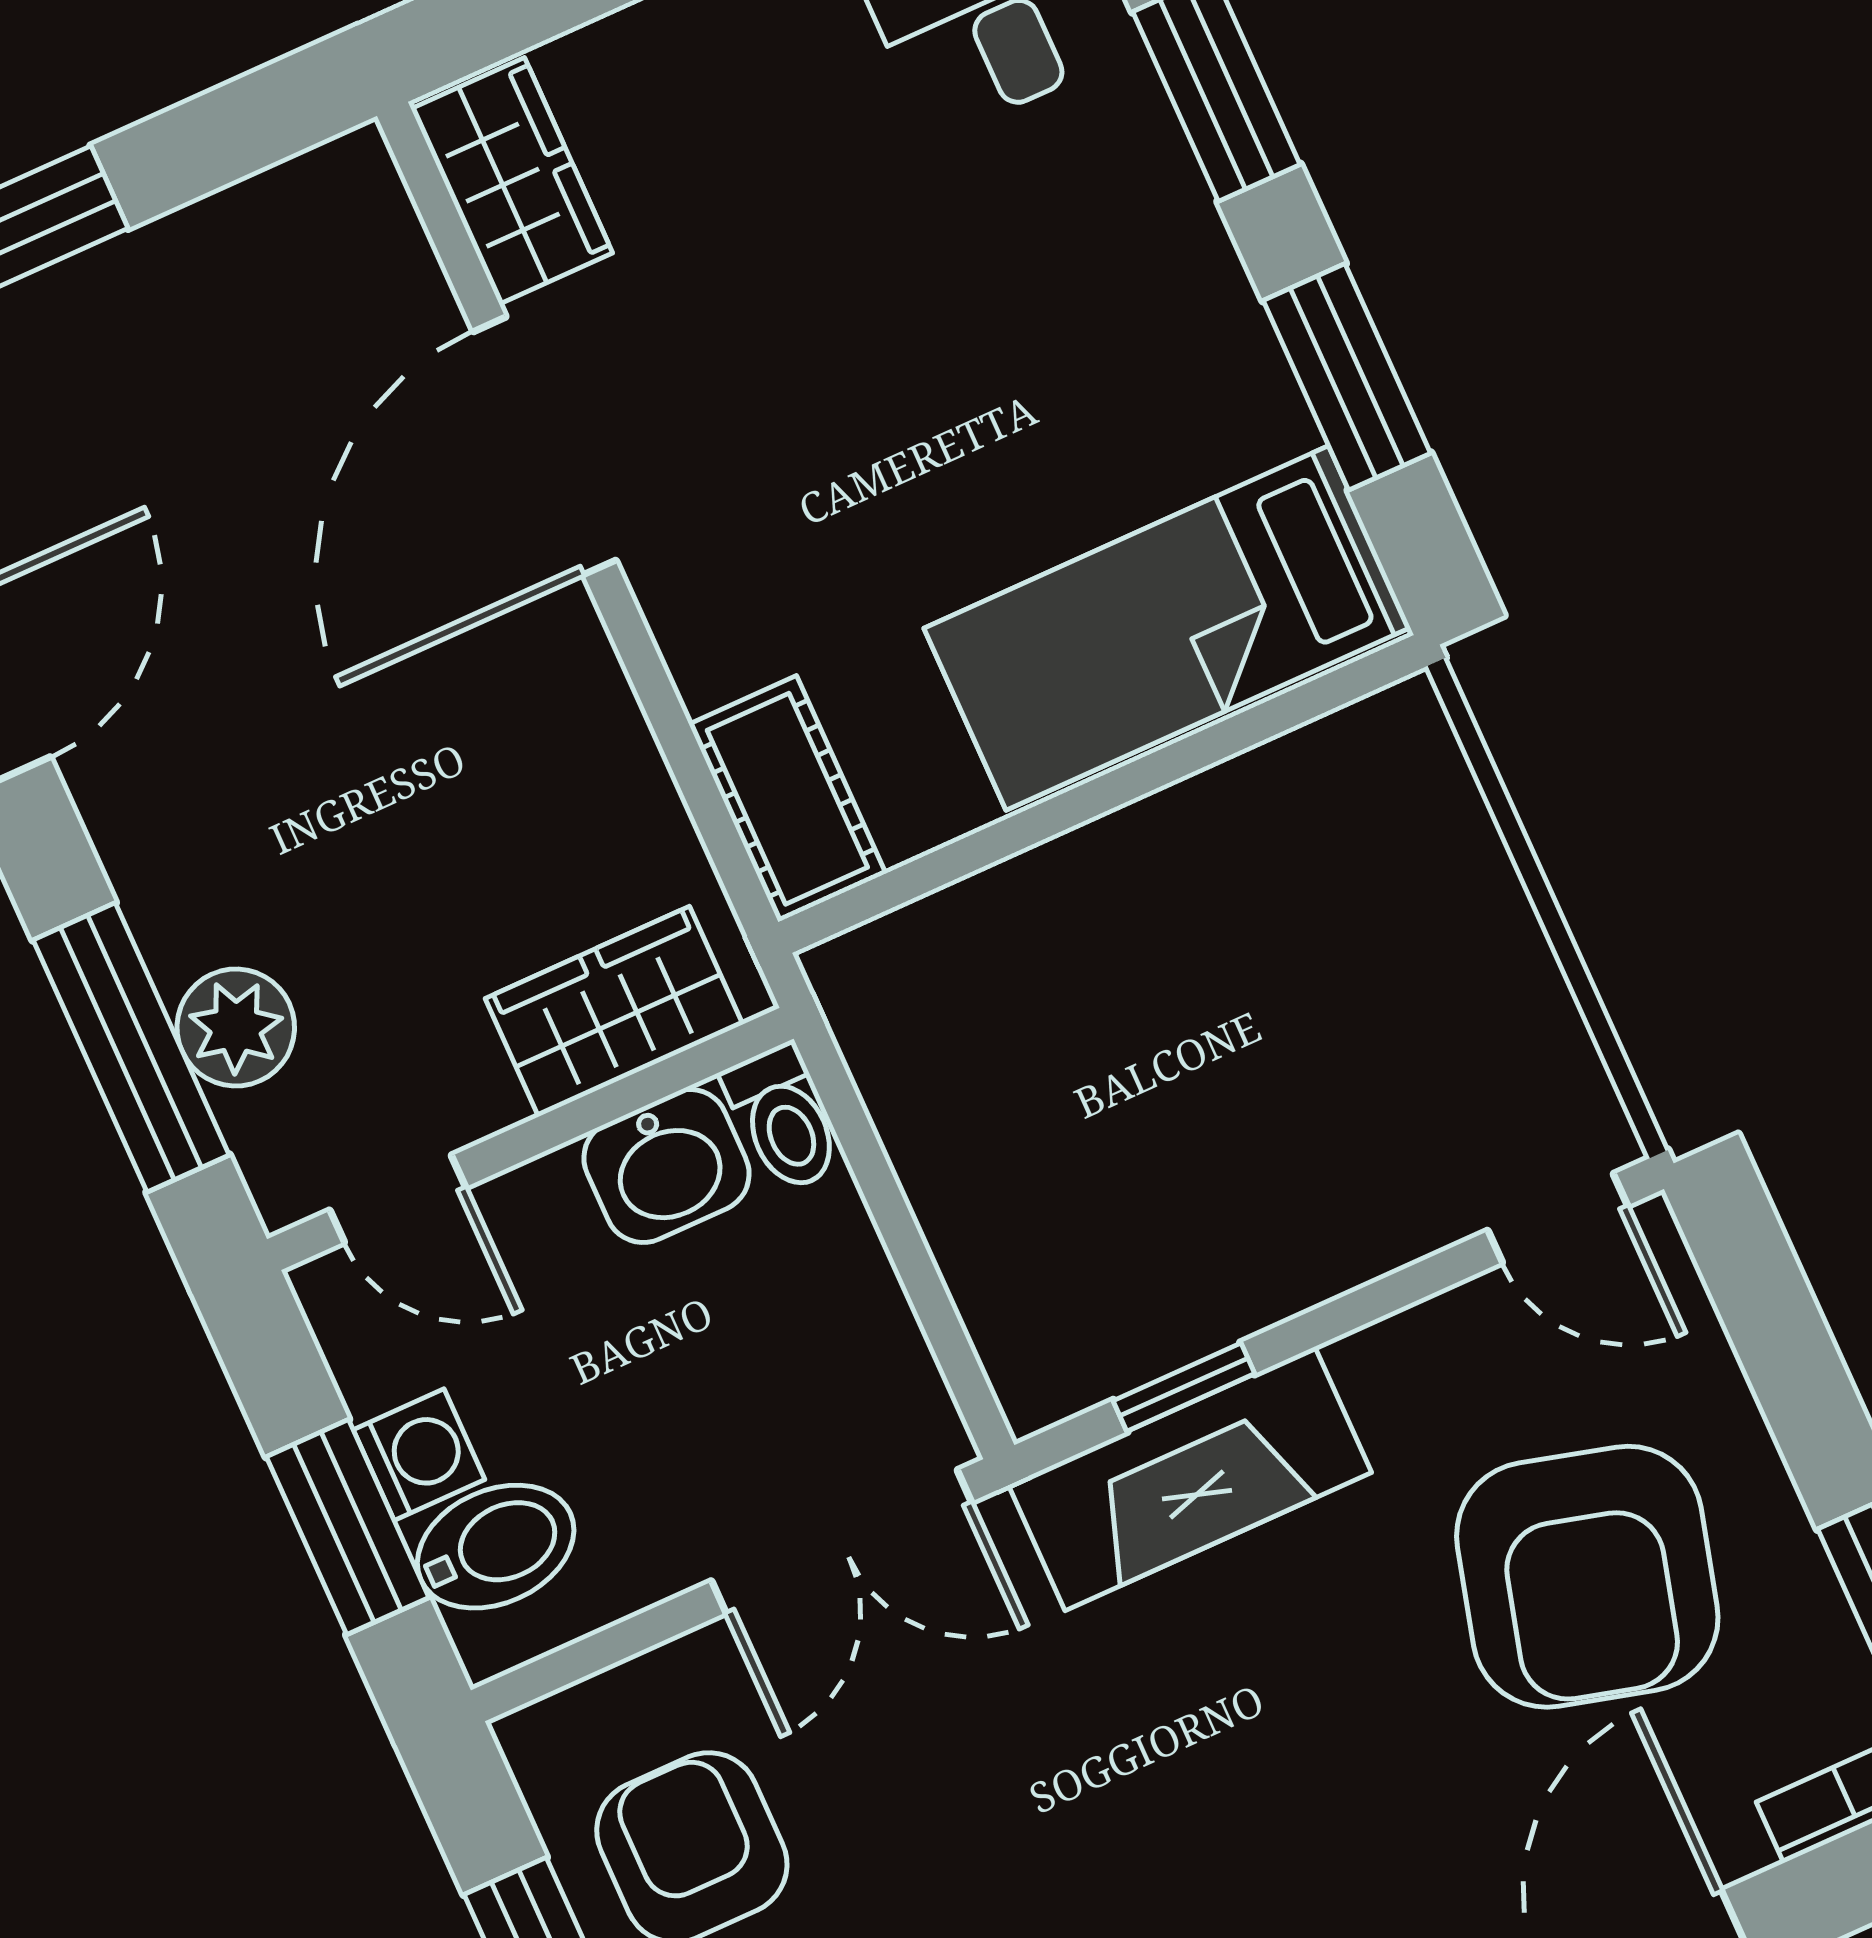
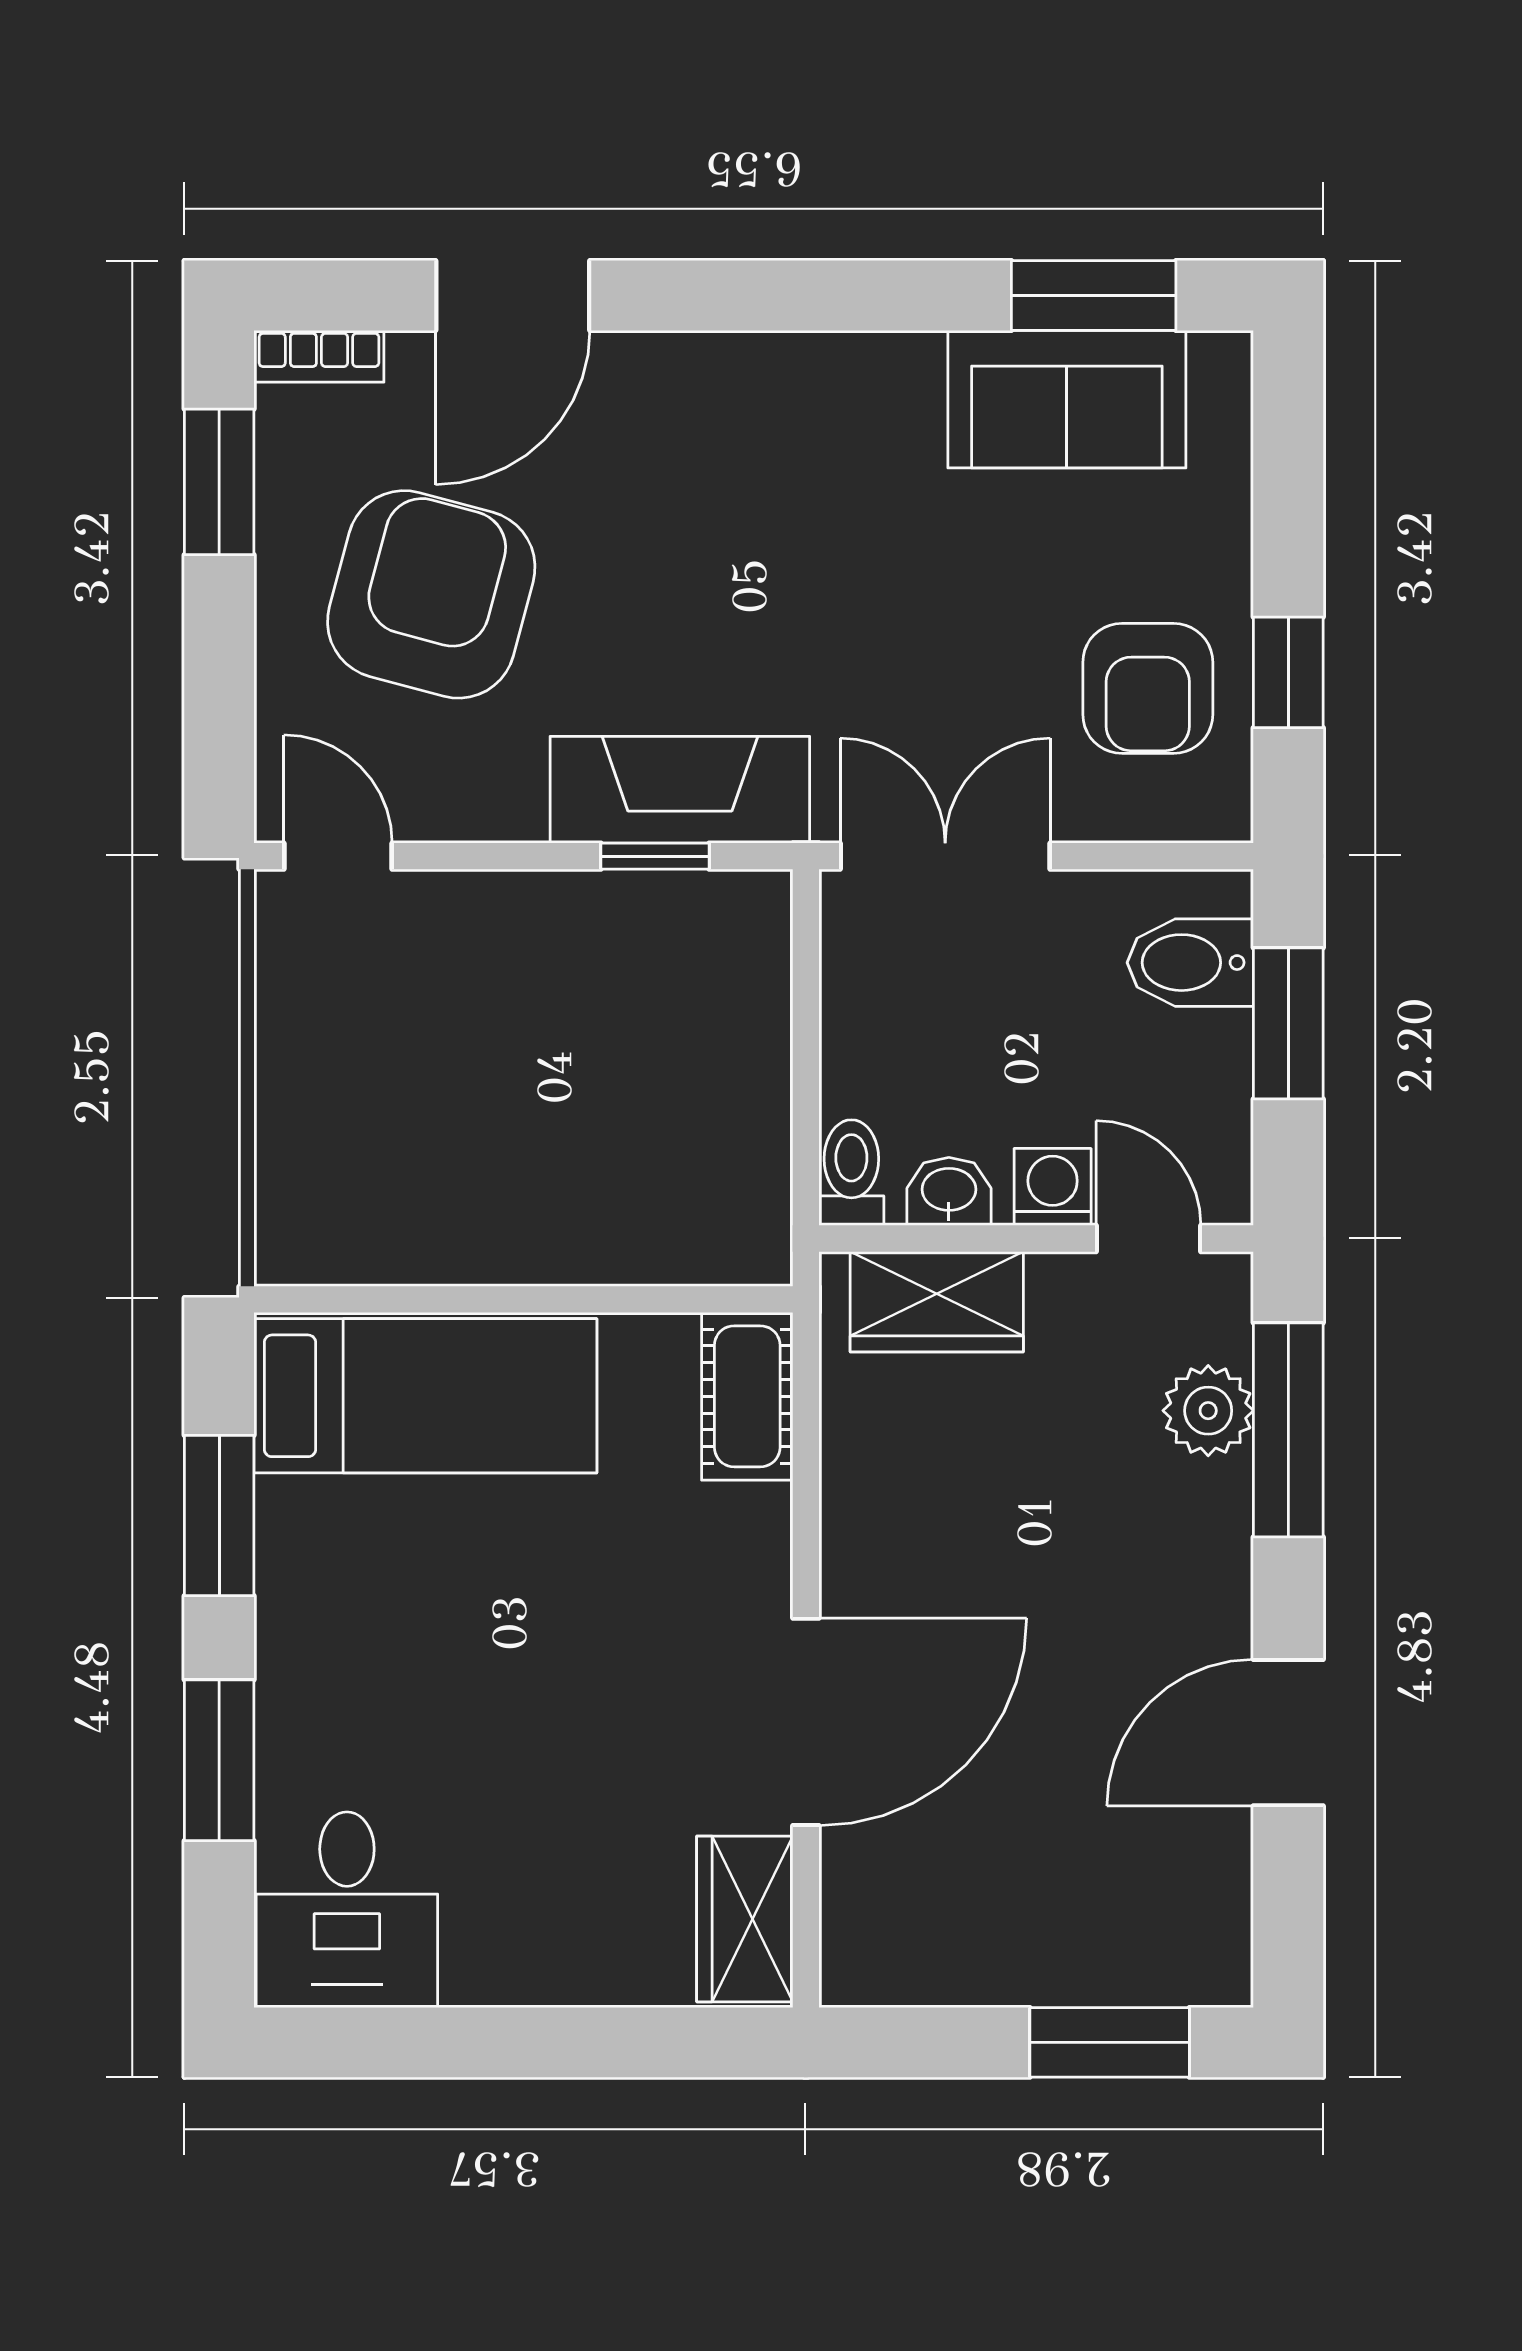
washbasin: (667, 1166) -> (949, 1191), width x0.72, depth x0.69
washing machine: (419, 1455) -> (1053, 1187), moved, turned 90

